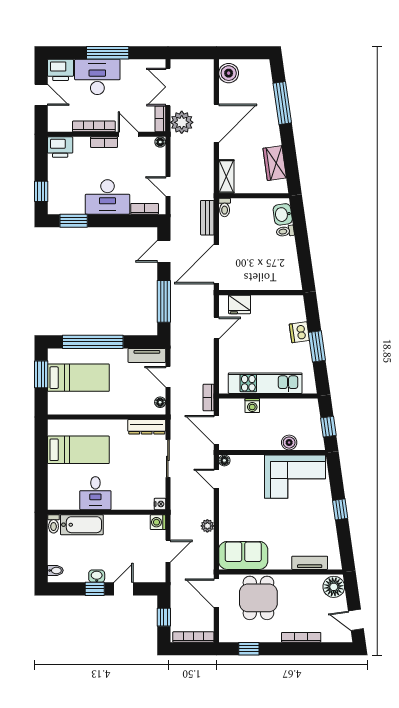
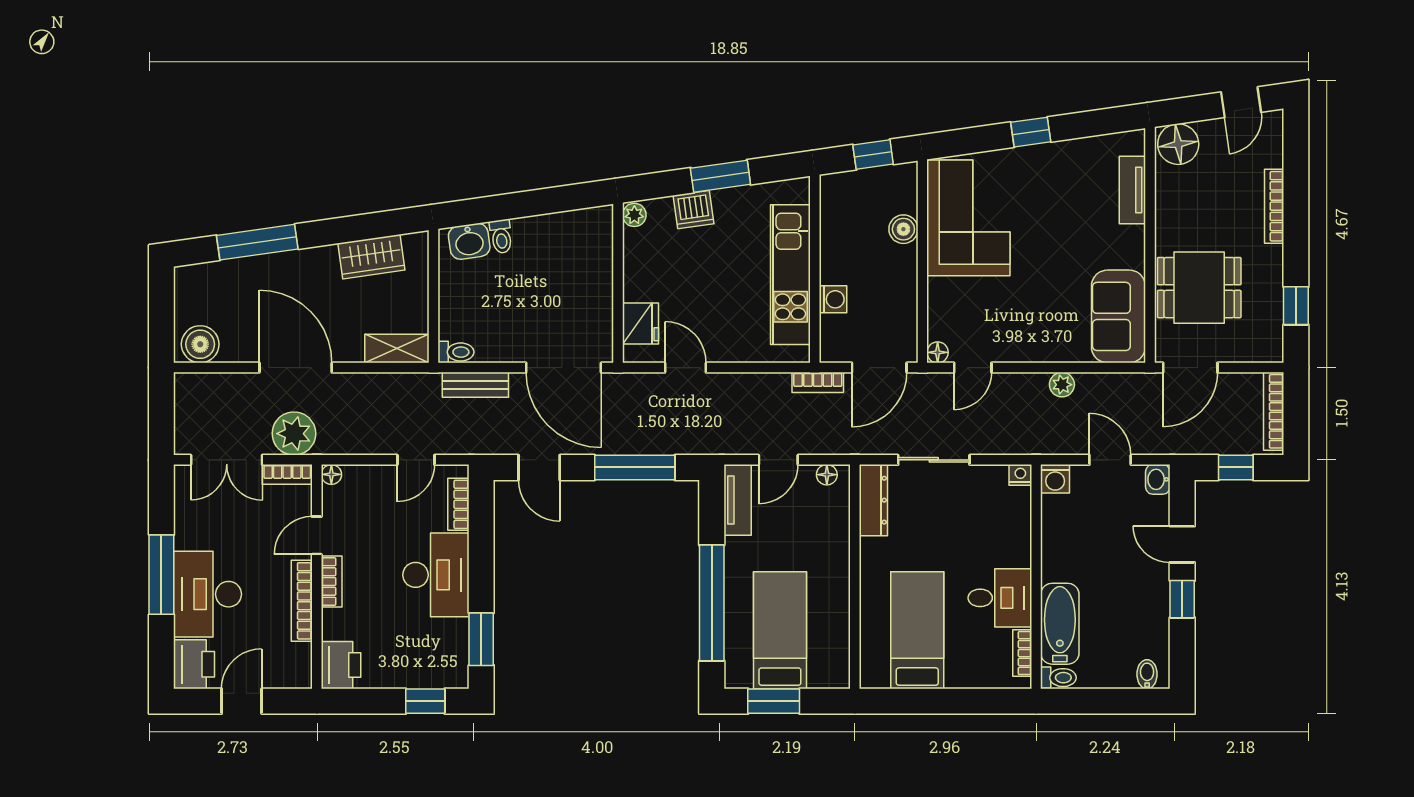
plant: (297, 301) -> (634, 215), added
bookcase: (66, 505) -> (1022, 653), added
washbasin: (97, 576) -> (1158, 479), moved

